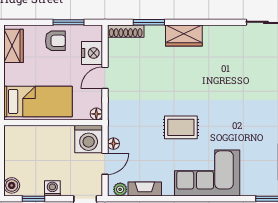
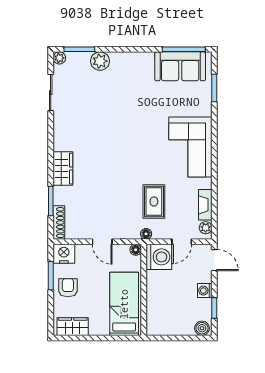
nightstand: (92, 53) -> (64, 254), moved
rug: (181, 127) -> (154, 202), moved
floor lamp: (113, 144) -> (146, 234), moved
door: (105, 164) -> (182, 242), swing flipped

